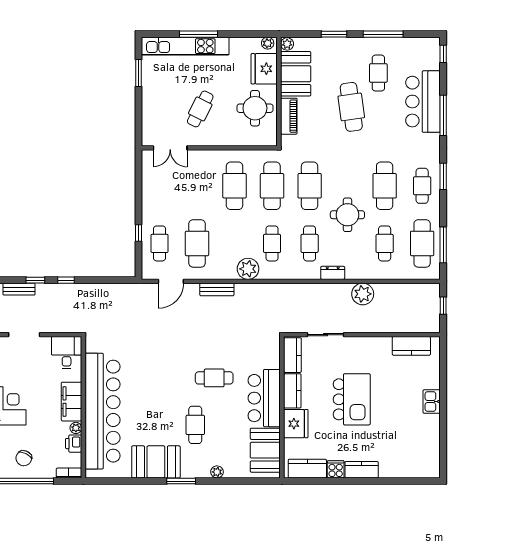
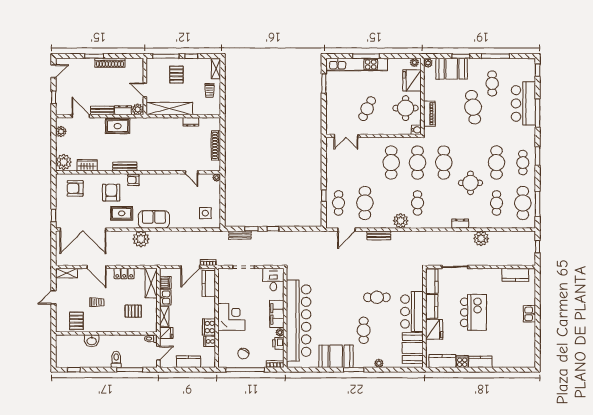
booth: (296, 74) -> (452, 69), moved, turned 90
water cooler: (270, 139) -> (416, 130), added
cafe table: (310, 243) -> (444, 203), removed

